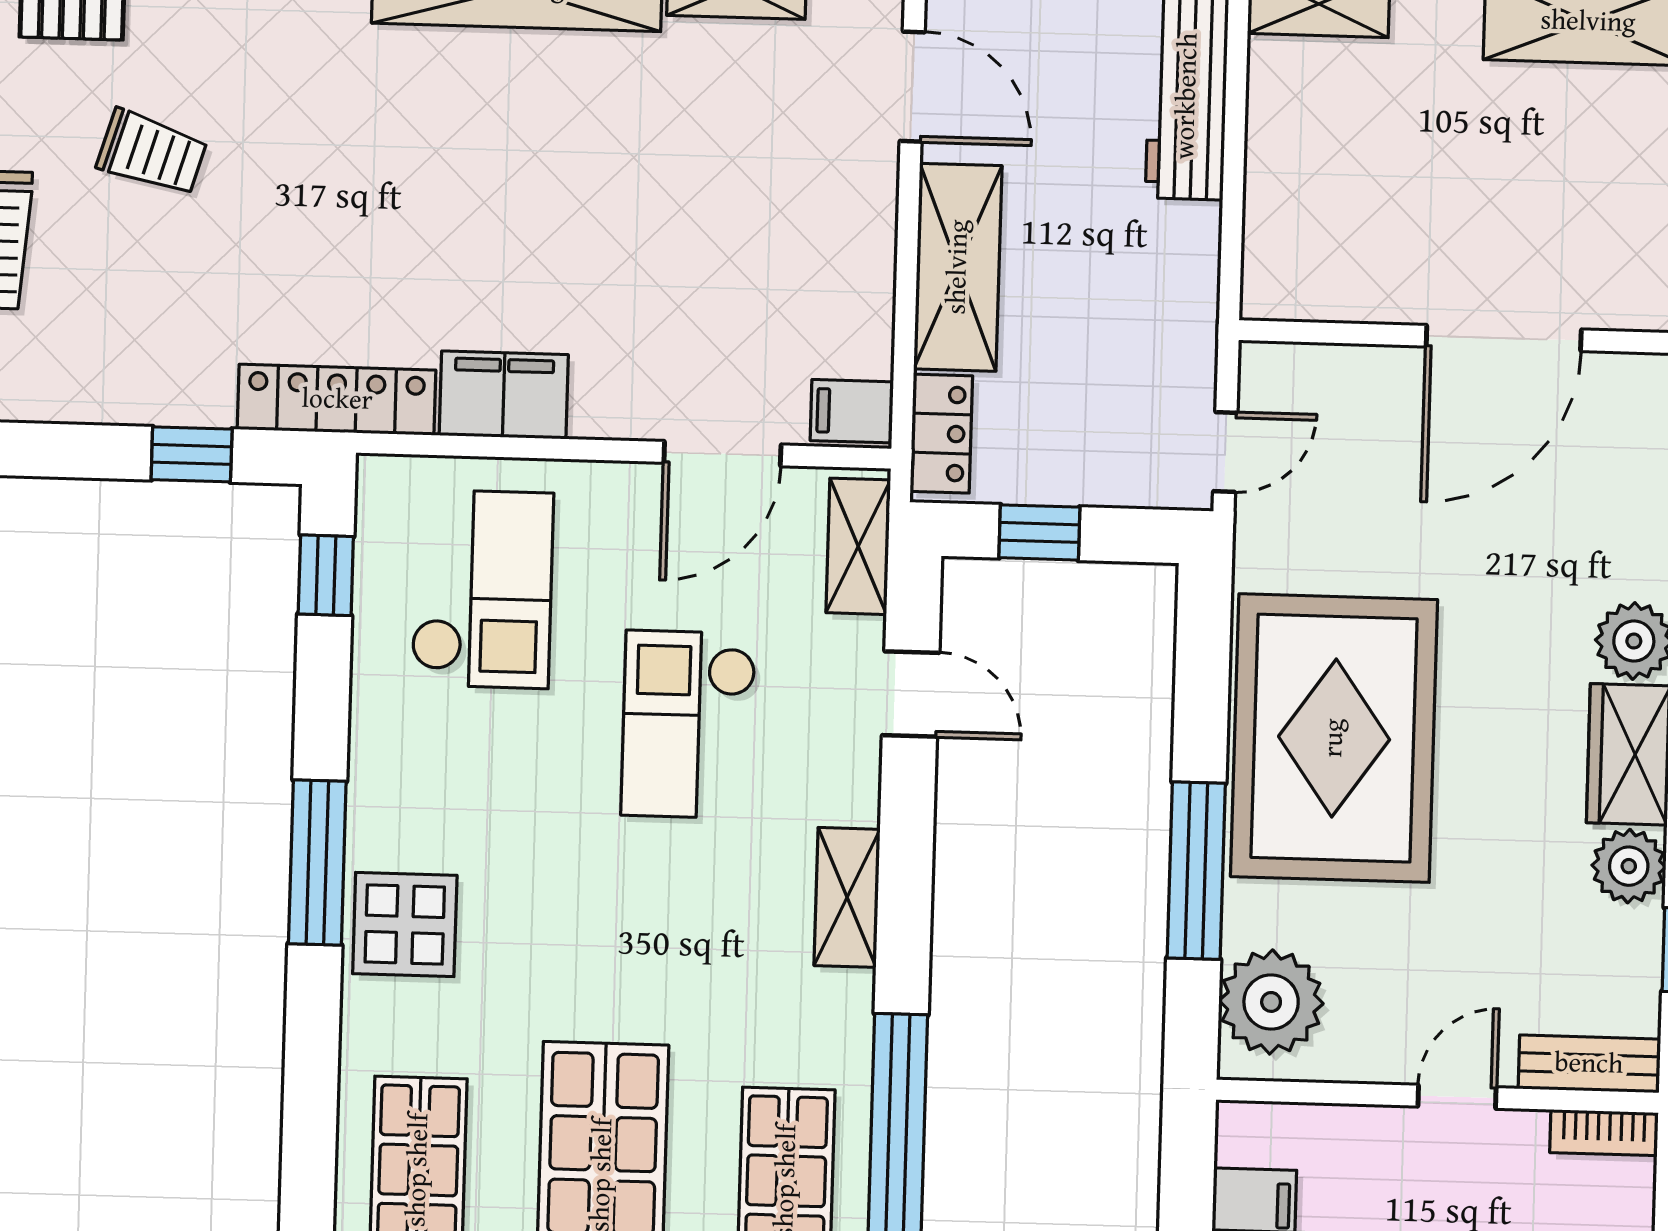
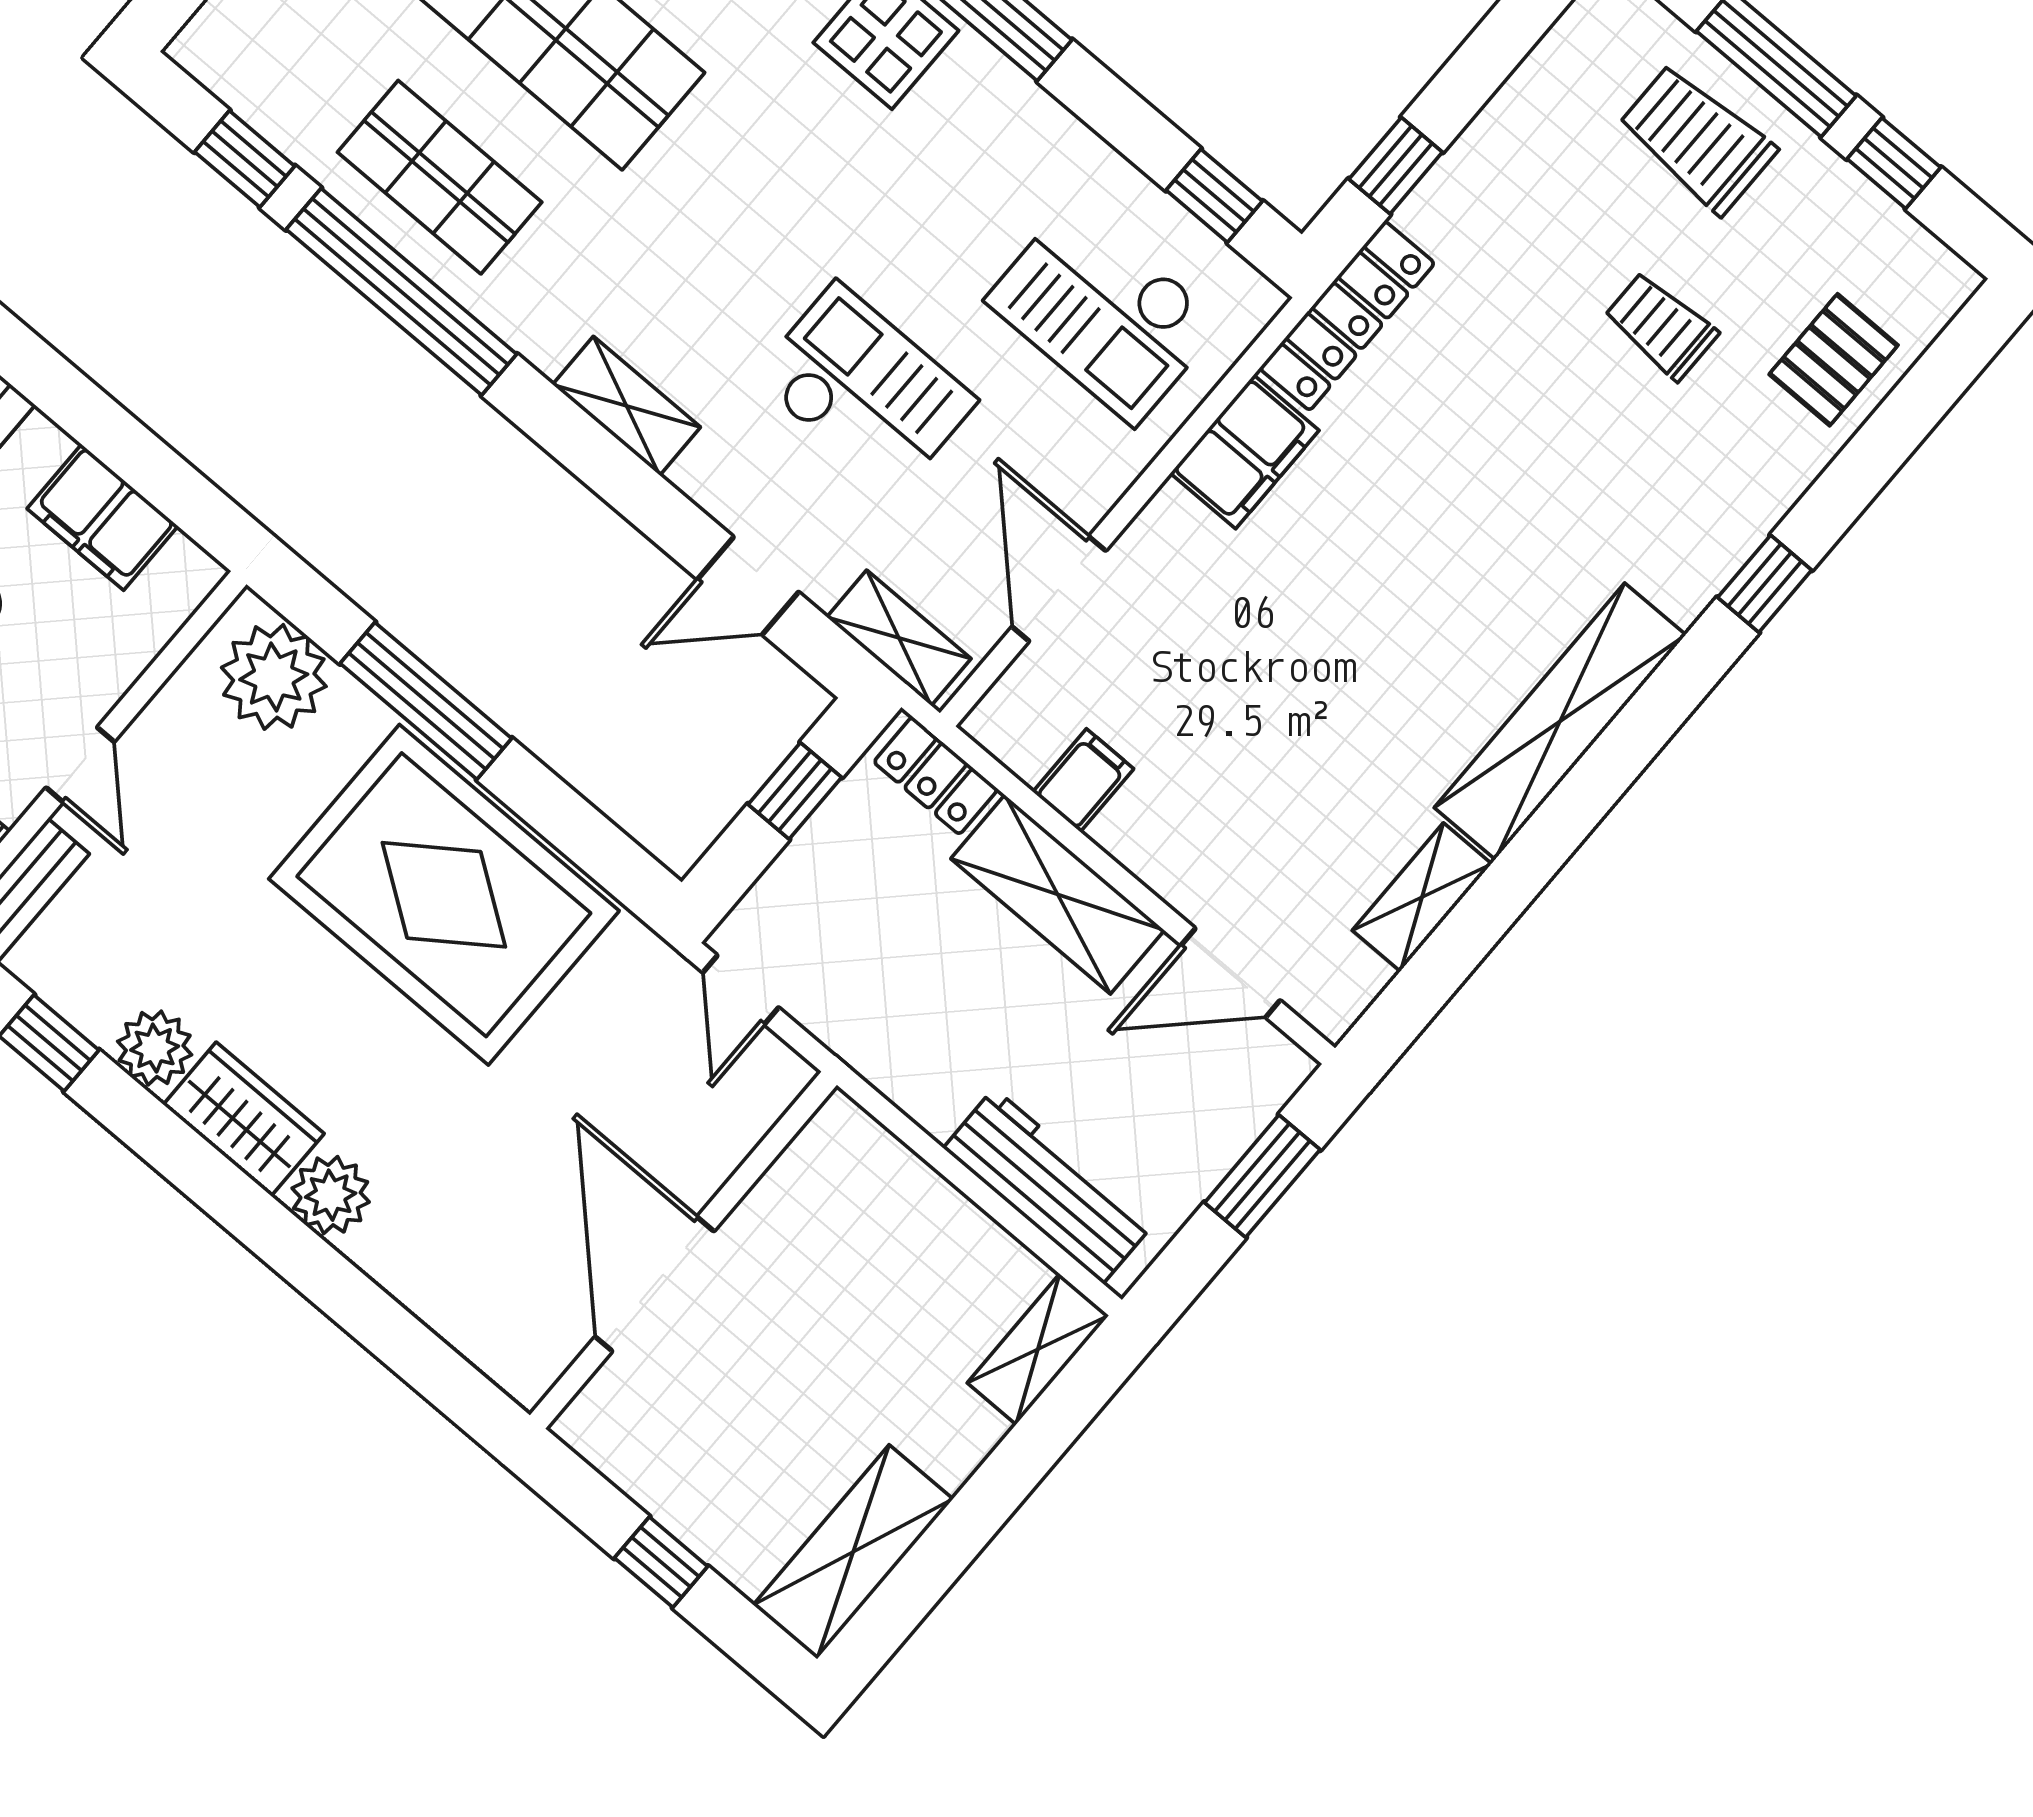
trolley: (152, 153) -> (1661, 326), turned 73
filing cabinet: (852, 411) -> (1083, 780), moved

